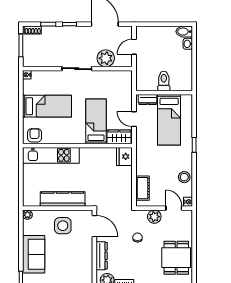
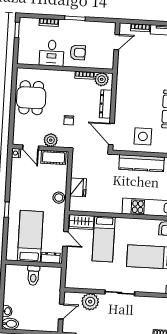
fridge: (124, 156) -> (78, 187), moved
stool: (184, 177) -> (59, 198), moved
cot: (142, 188) -> (54, 157), moved, turned 90

